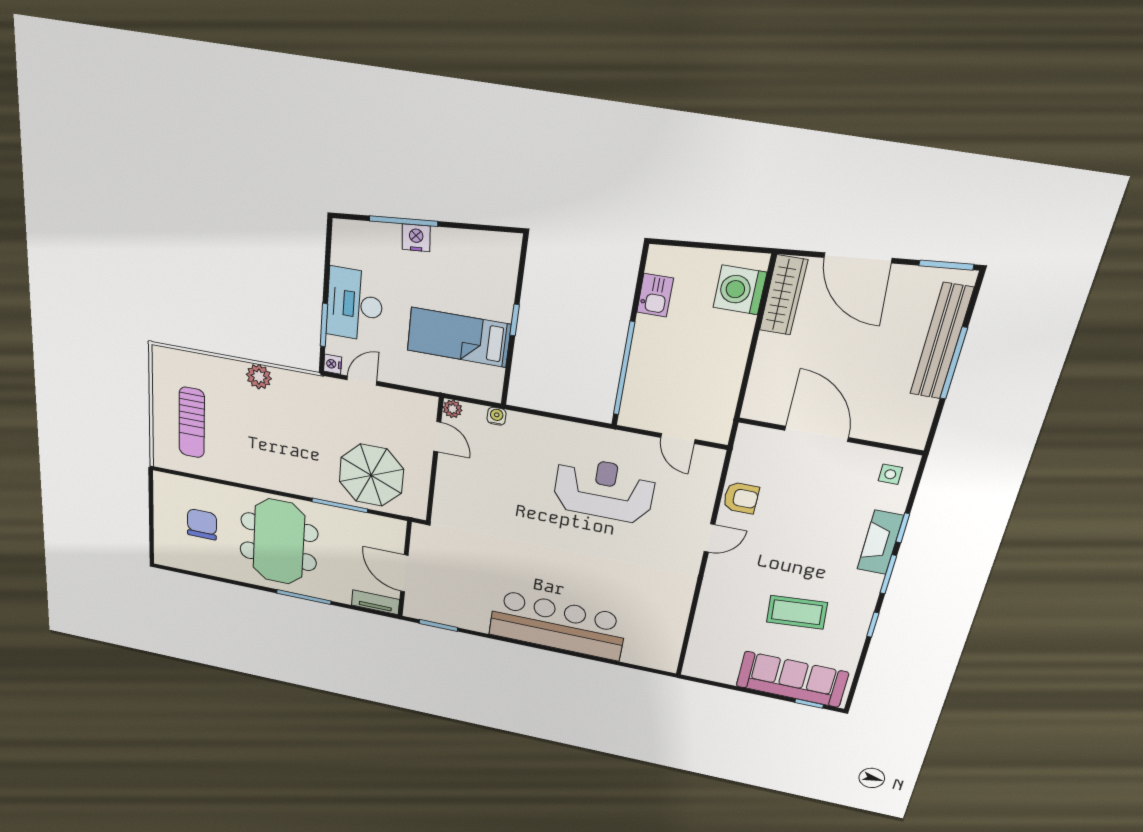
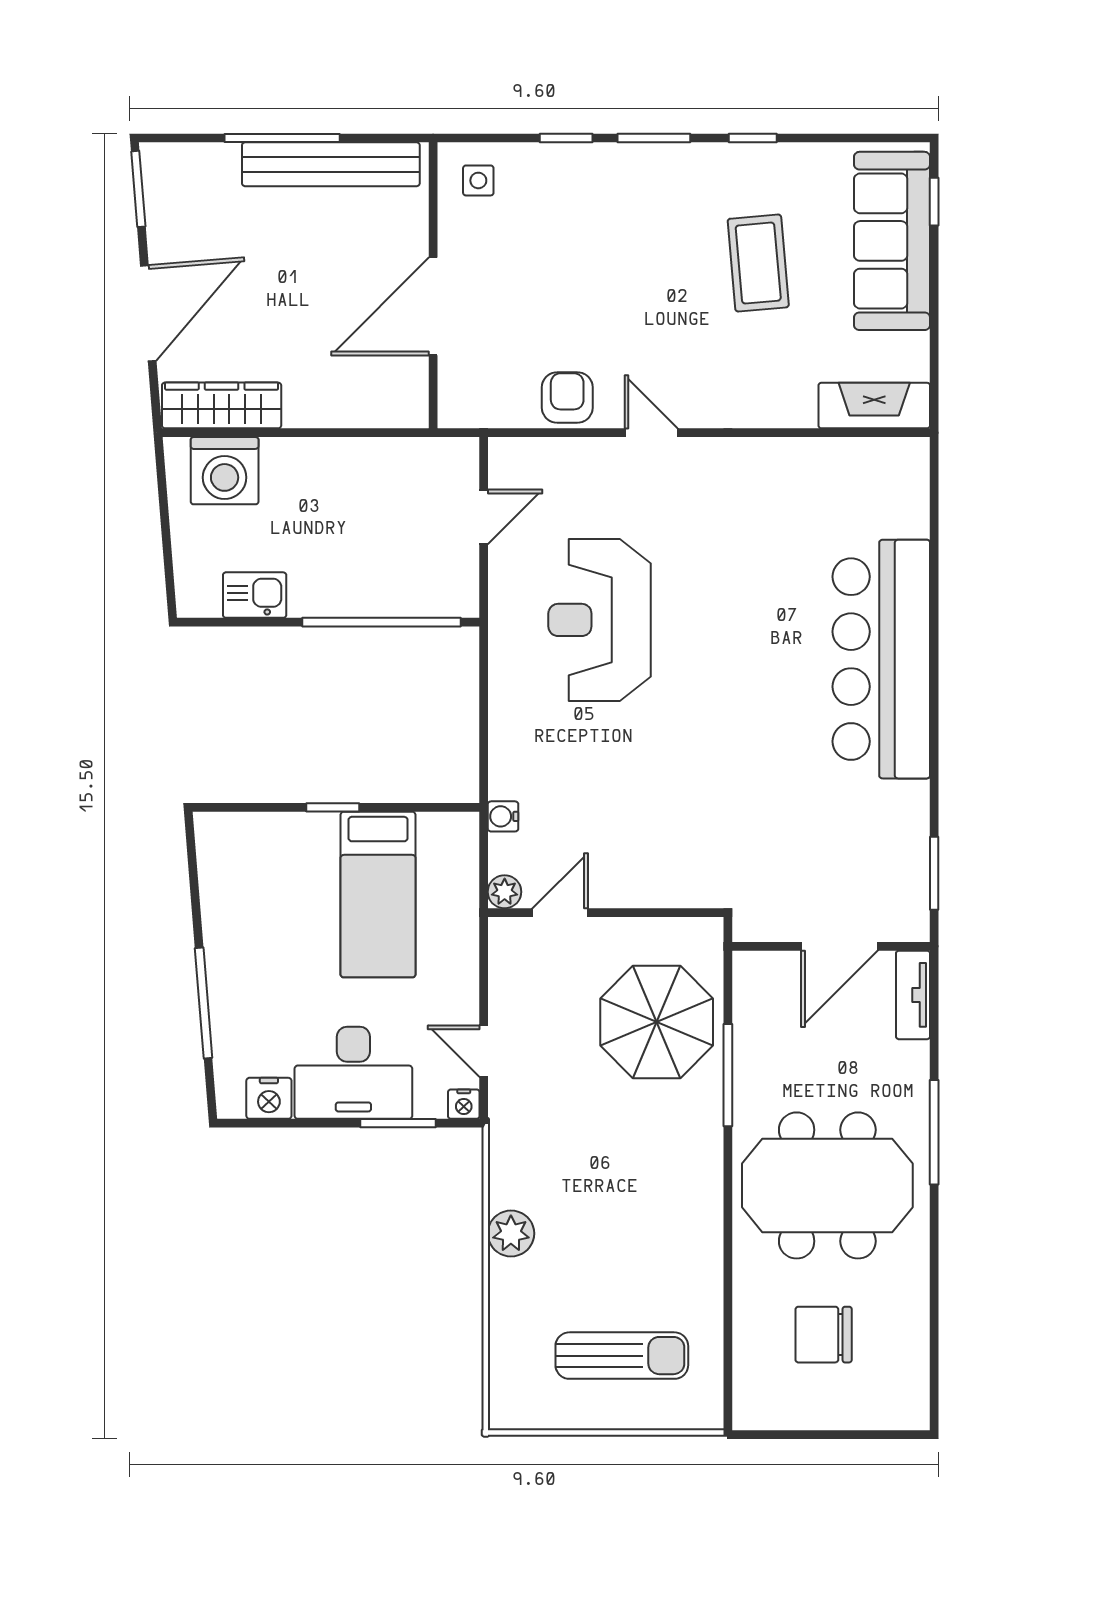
nightstand: (416, 238) -> (269, 1098), moved, turned -85
bench: (941, 341) -> (331, 164), moved
fireplace: (880, 542) -> (874, 406), moved, turned 180

